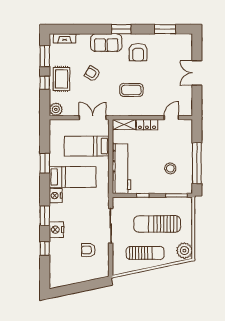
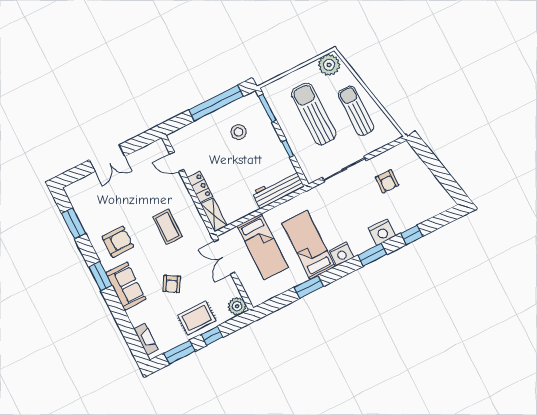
workbench: (121, 169) -> (278, 189), width x0.73, depth x0.76
sun lounger: (157, 224) -> (314, 114), turned 180

